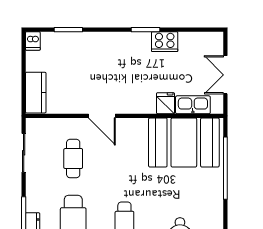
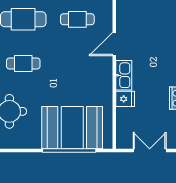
kitchen sink: (193, 105) -> (124, 75), moved
booth: (184, 142) -> (72, 128), moved, turned 90

